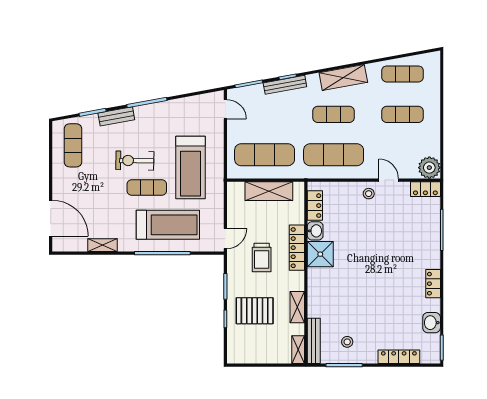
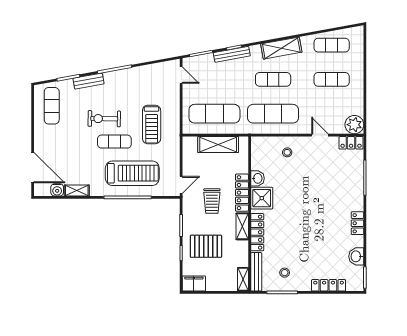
treadmill: (191, 167) -> (152, 124), width x0.73, depth x0.73
stool: (369, 194) -> (287, 152), moved
locker: (315, 206) -> (257, 232), moved, width x1.53
water cooler: (79, 244) -> (57, 190), added
shelving: (297, 307) -> (242, 226), moved
filing cabinet: (240, 355) -> (194, 283), added

